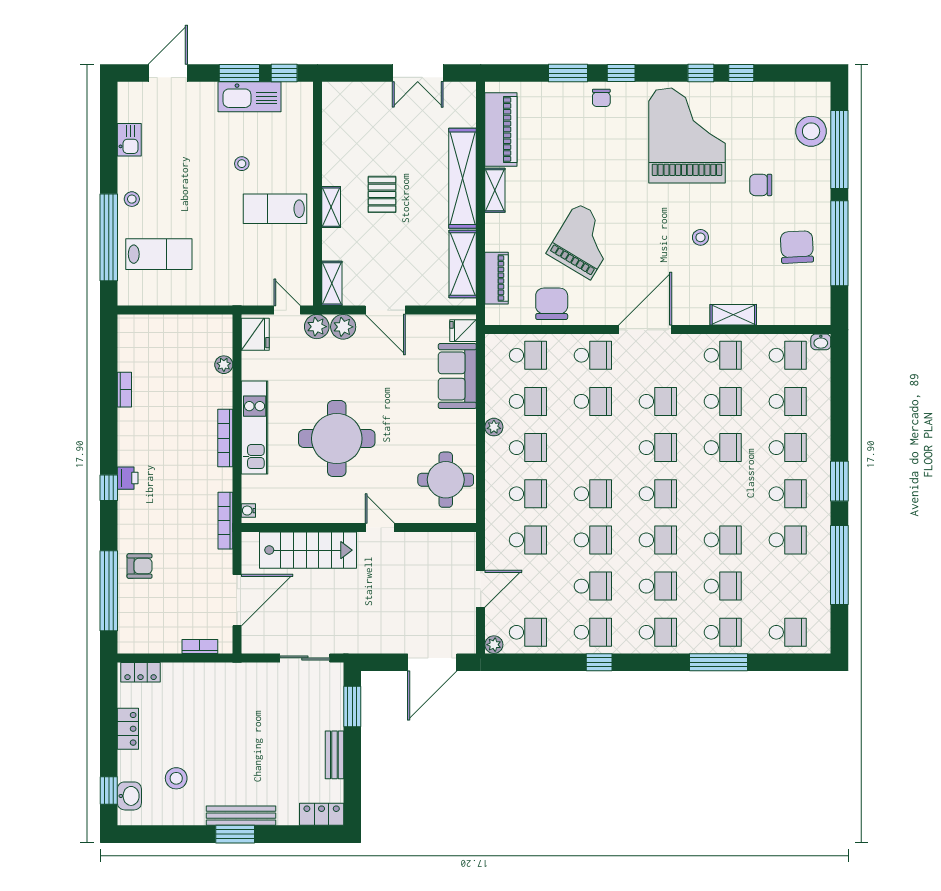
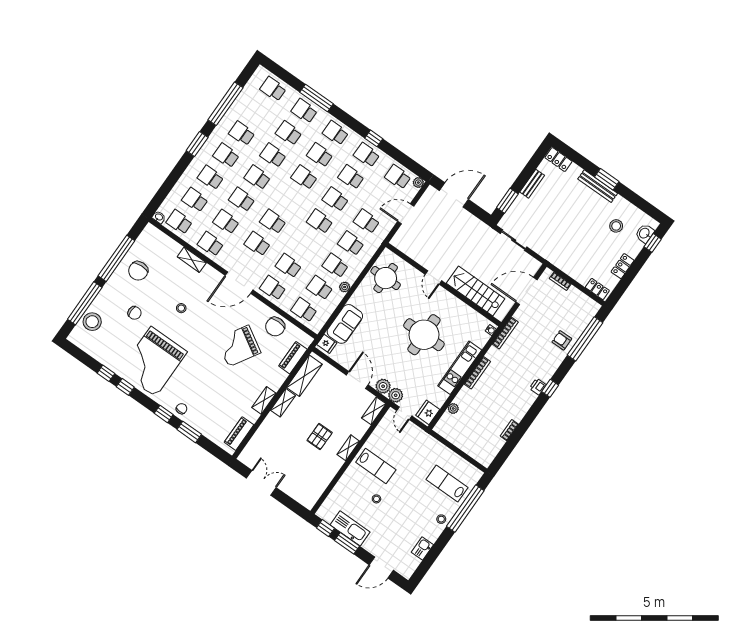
piano: (501, 129) -> (239, 434), width x0.73, depth x0.75
shelving: (463, 178) -> (283, 403), width x0.45, depth x0.75
school desk: (658, 494) -> (257, 177), moved

